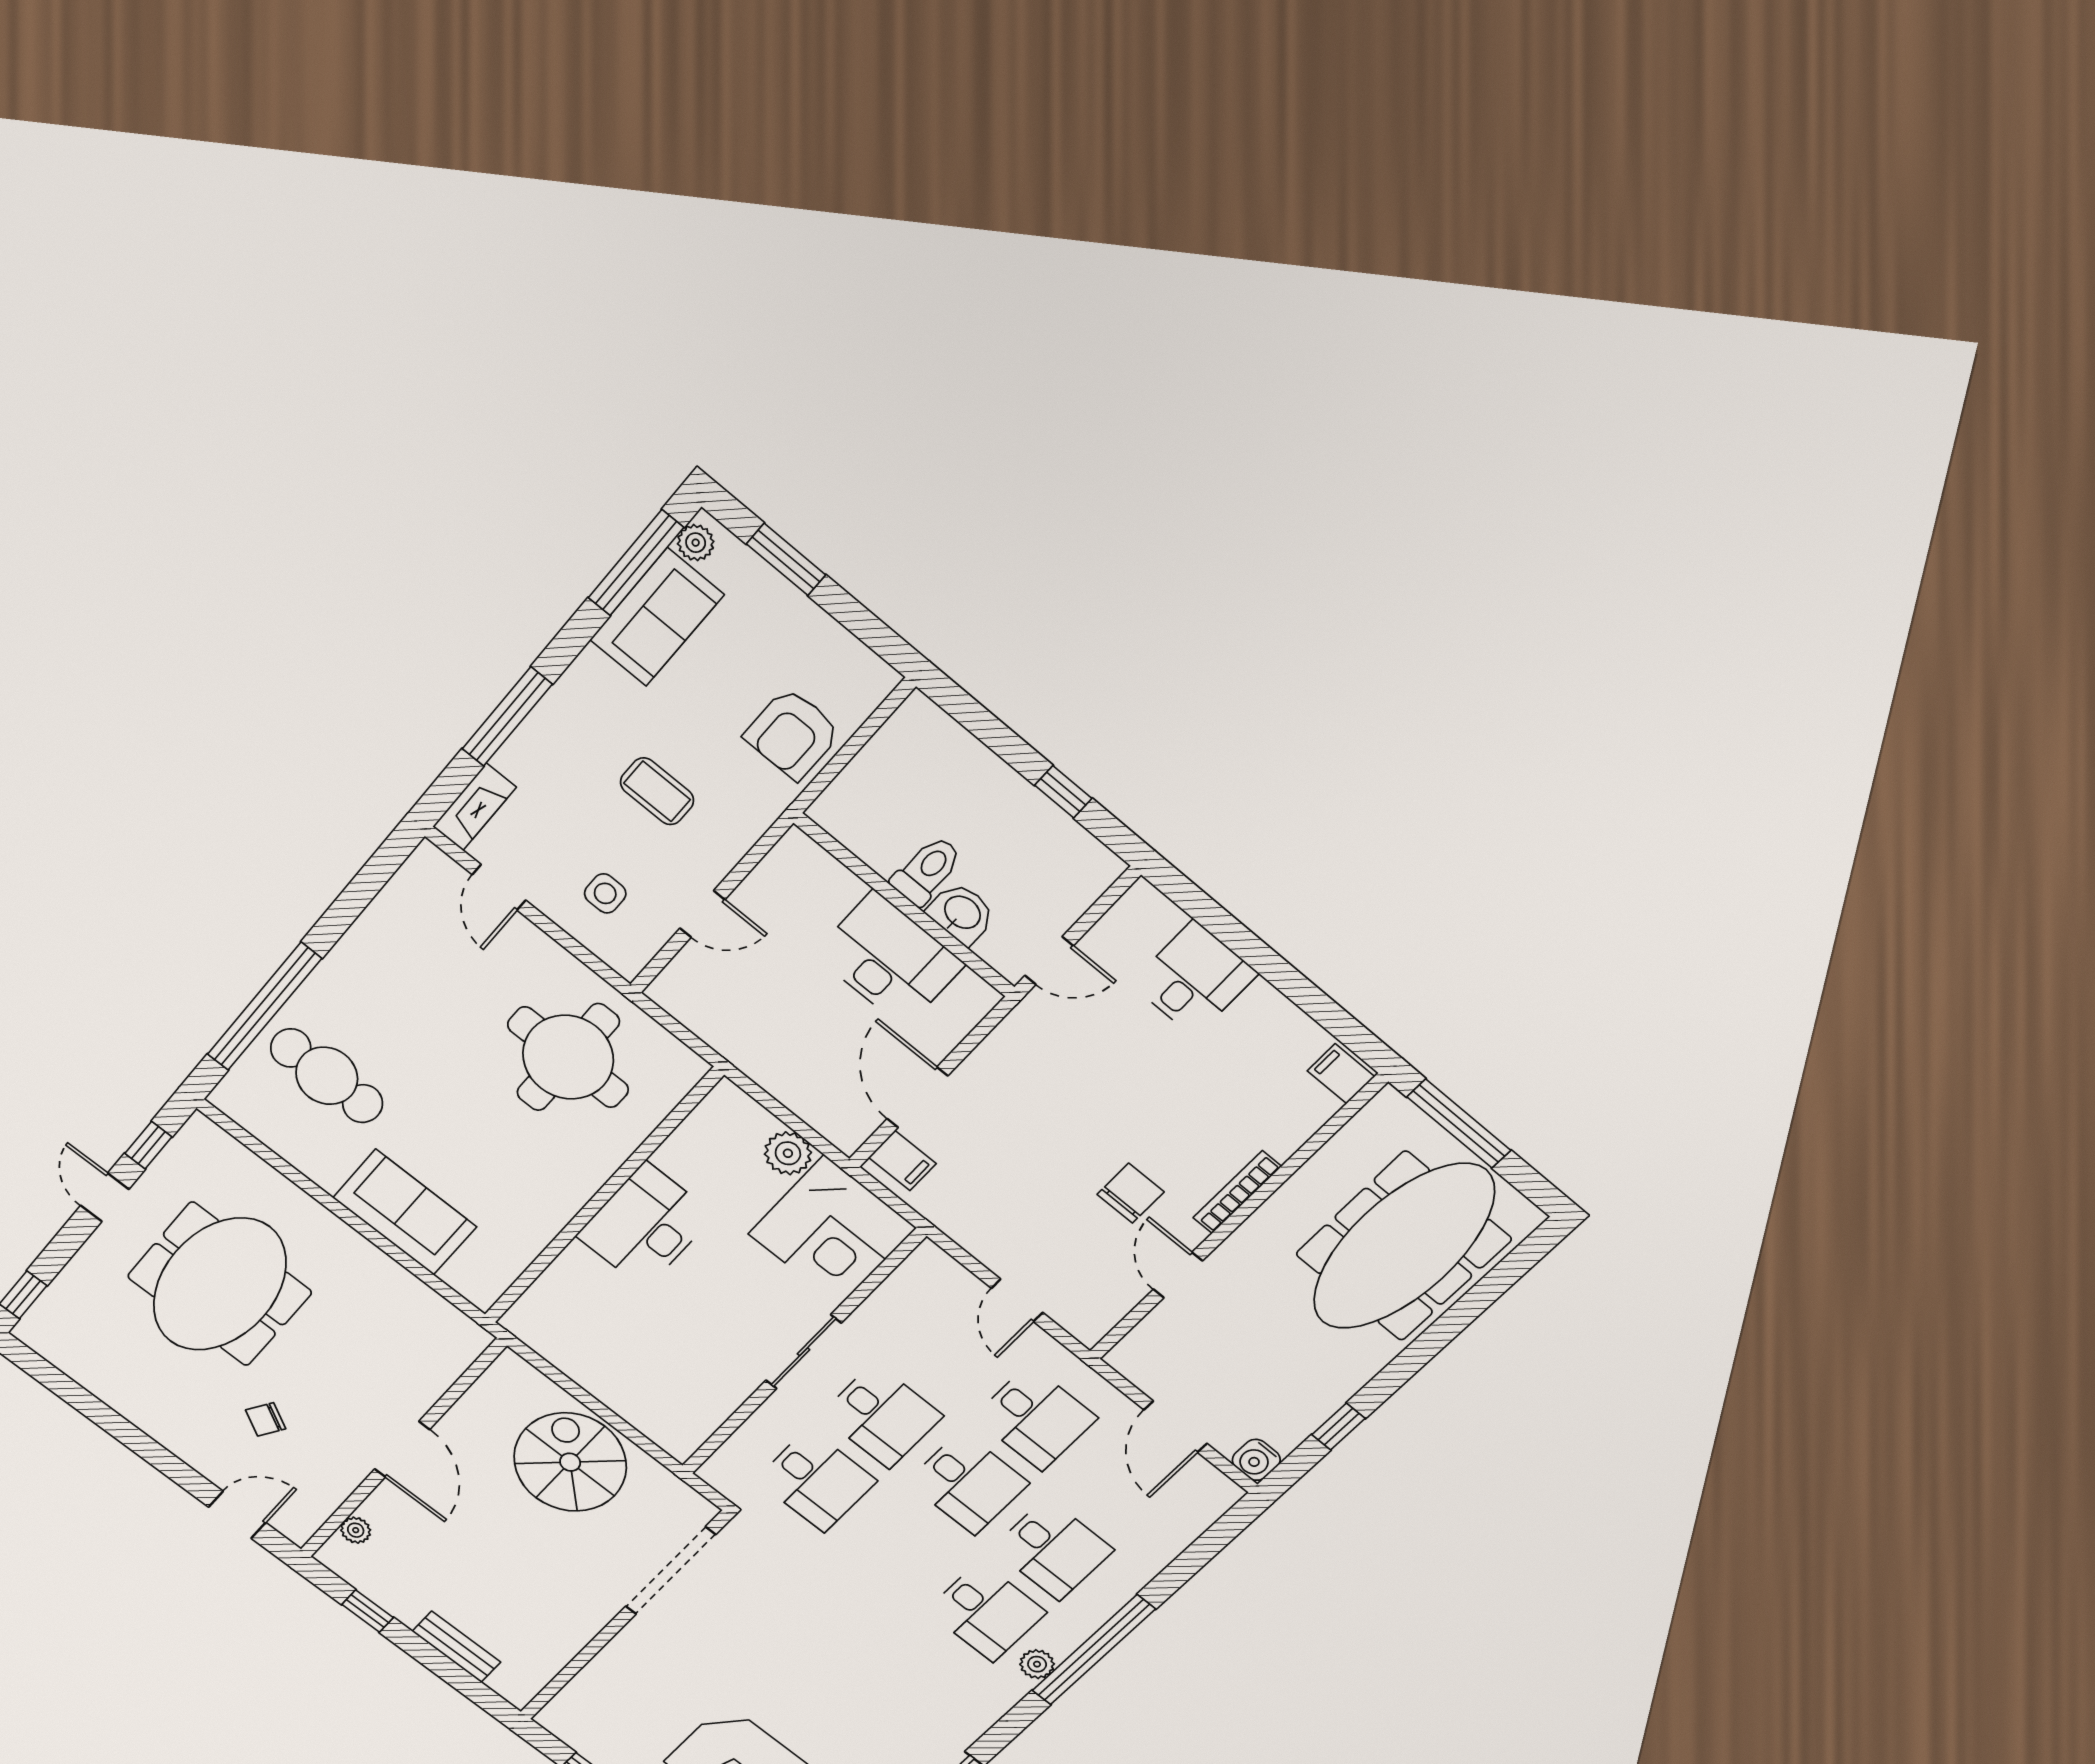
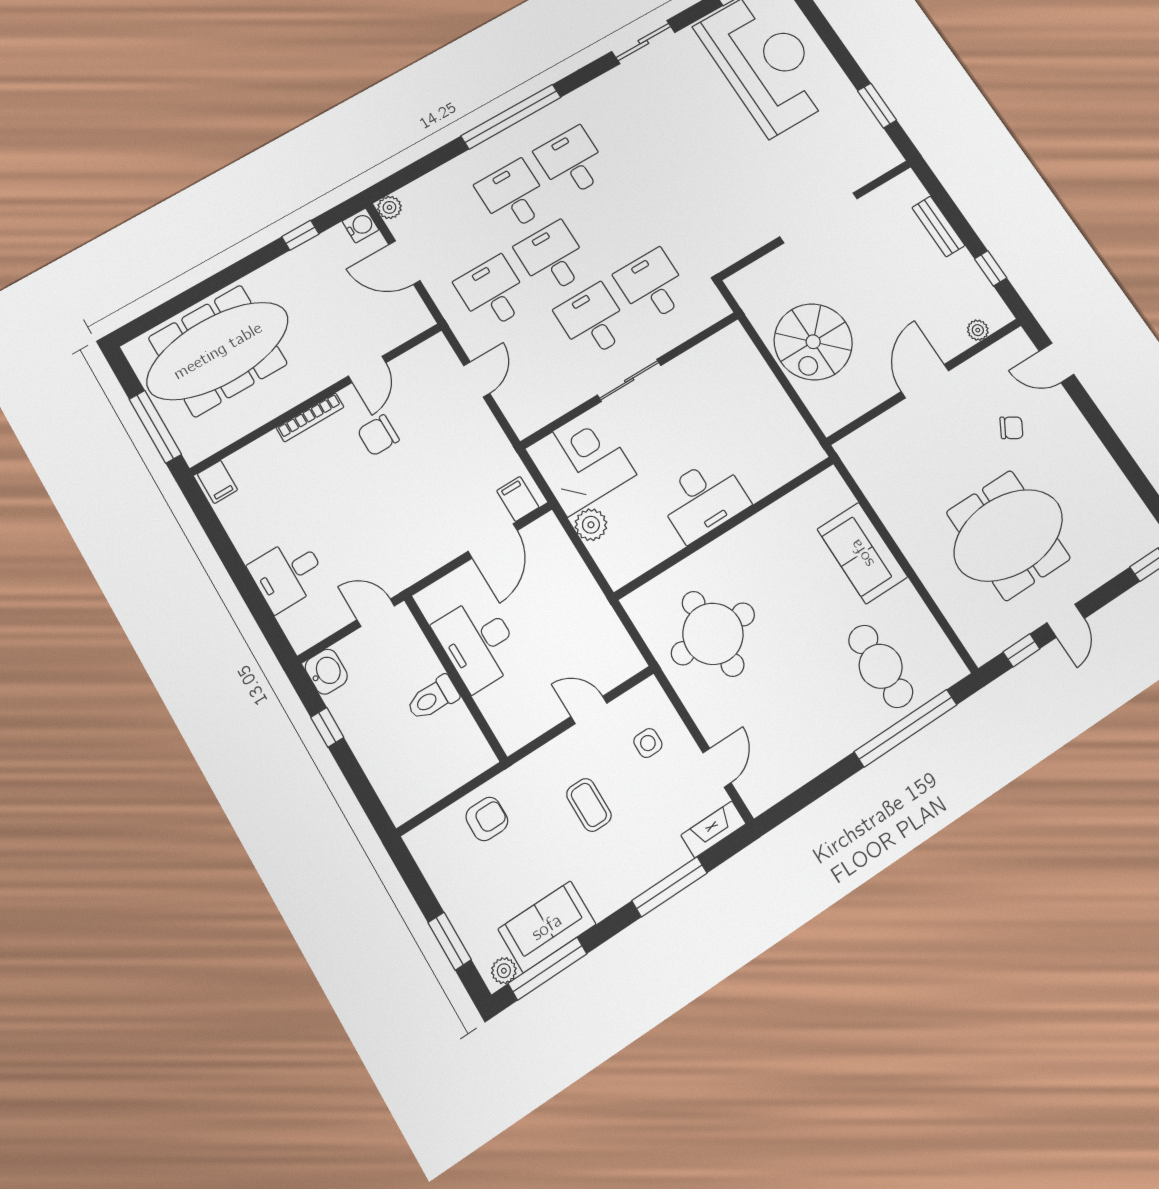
armchair: (793, 734) -> (487, 819), width x0.72, depth x0.72
washbasin: (962, 913) -> (326, 672), moved, turned 180
door: (1176, 1427) -> (404, 263), swing flipped
doorway: (670, 1571) -> (819, 218), moved
plant: (1037, 1664) -> (389, 207), moved

